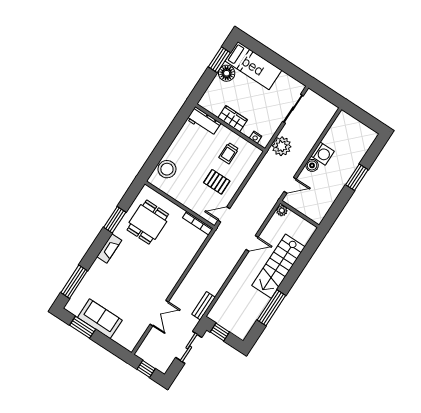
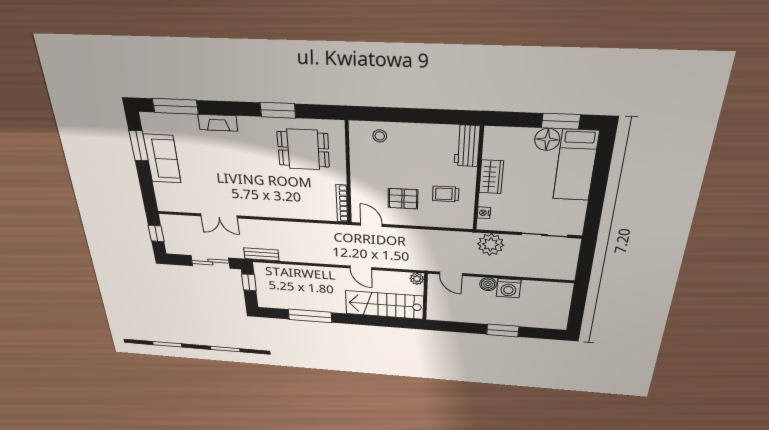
stool: (167, 169) -> (380, 136), width x0.53, depth x0.53
pallet: (217, 182) -> (403, 199), turned 90
fireplace: (109, 248) -> (218, 123), moved
stairs: (278, 266) -> (384, 305), moved

